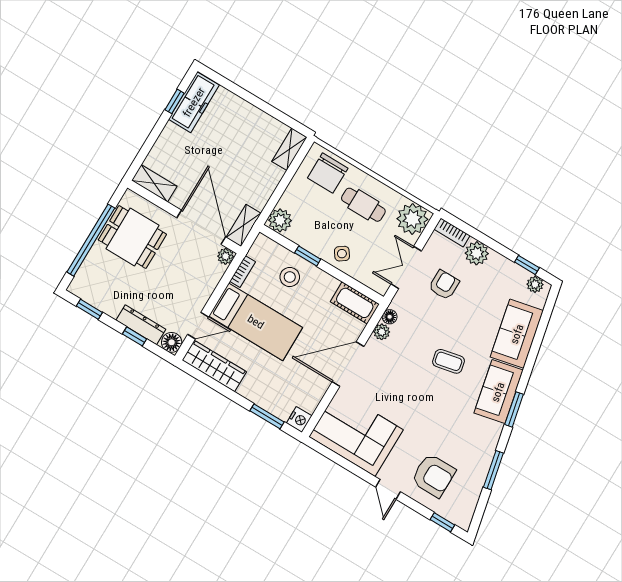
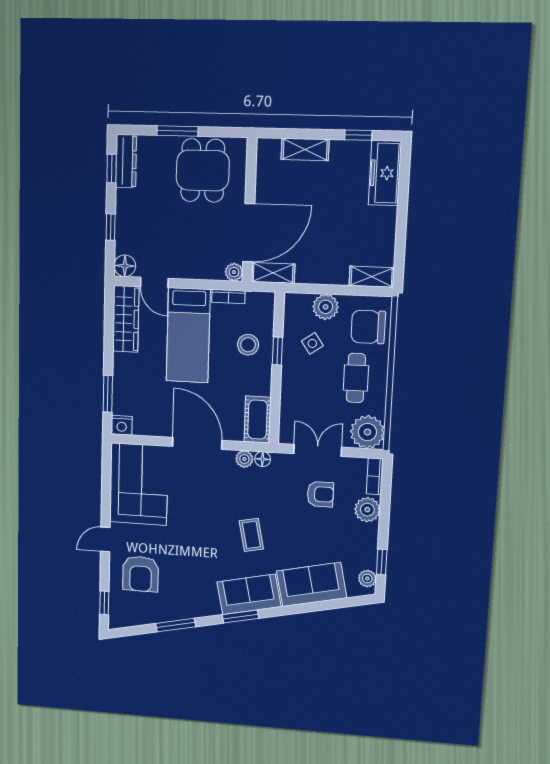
freezer: (194, 102) -> (385, 173), moved, turned 90
shelving: (154, 183) -> (305, 149), moved, turned 90
plant: (280, 220) -> (326, 307), moved
window: (91, 240) -> (177, 131), width x0.47
side table: (342, 254) -> (312, 343), moved
dresser: (141, 325) -> (126, 161), moved

